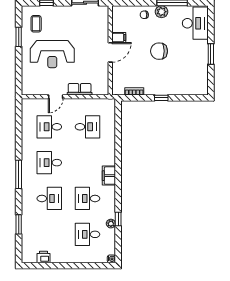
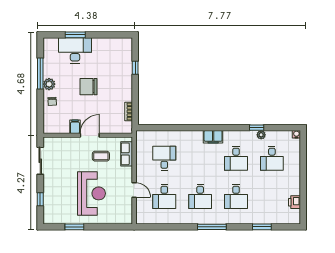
desk: (195, 23) -> (75, 50), moved
coffee table: (36, 24) -> (101, 156), moved
chair: (159, 51) -> (89, 87), turned 90
door: (110, 52) -> (90, 135), hinge flipped
window: (211, 54) -> (75, 35), moved
row of seats: (80, 89) -> (127, 154), moved
window: (161, 98) -> (135, 68), moved
desk: (49, 198) -> (236, 196), turned 180

